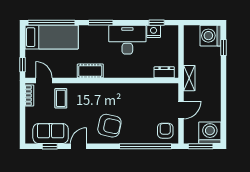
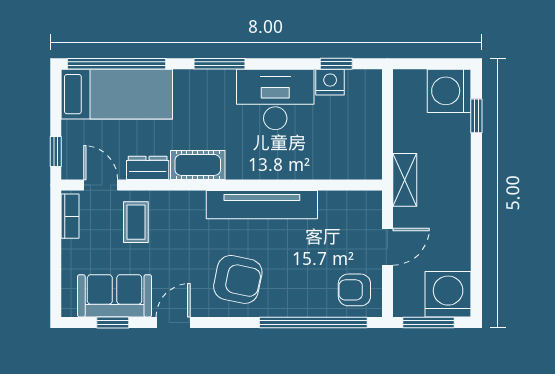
dresser: (164, 72) -> (148, 168), moved
tv unit: (121, 90) -> (262, 205), added
armchair: (165, 131) -> (354, 290), turned -90

